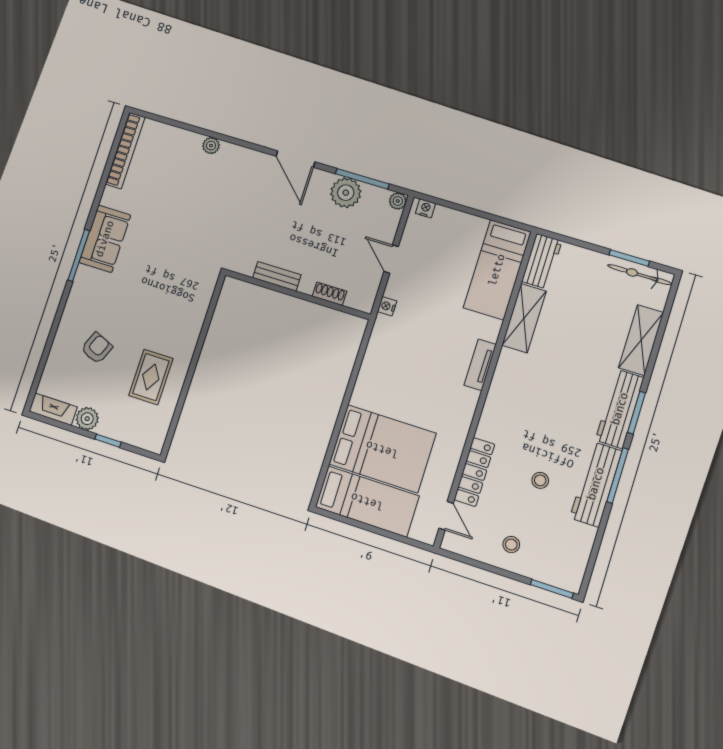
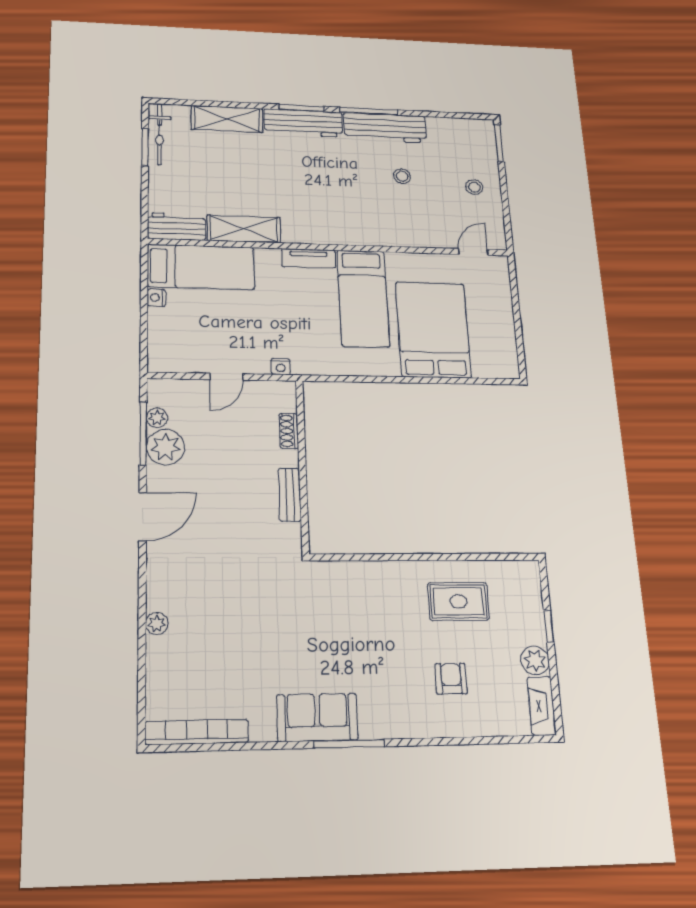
plant: (398, 201) -> (157, 418), moved
nightstand: (425, 208) -> (156, 298), moved
armchair: (97, 348) -> (451, 679), turned 67
locker: (474, 472) -> (419, 237), removed
bed: (367, 501) -> (363, 298), moved, turned 180

